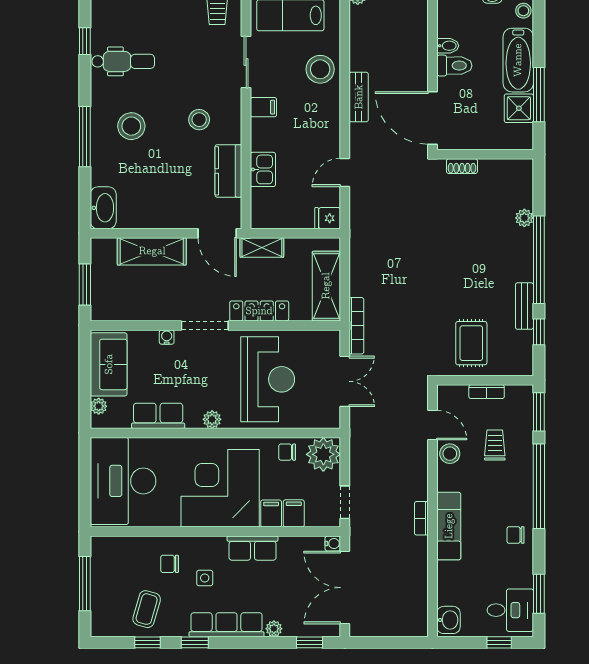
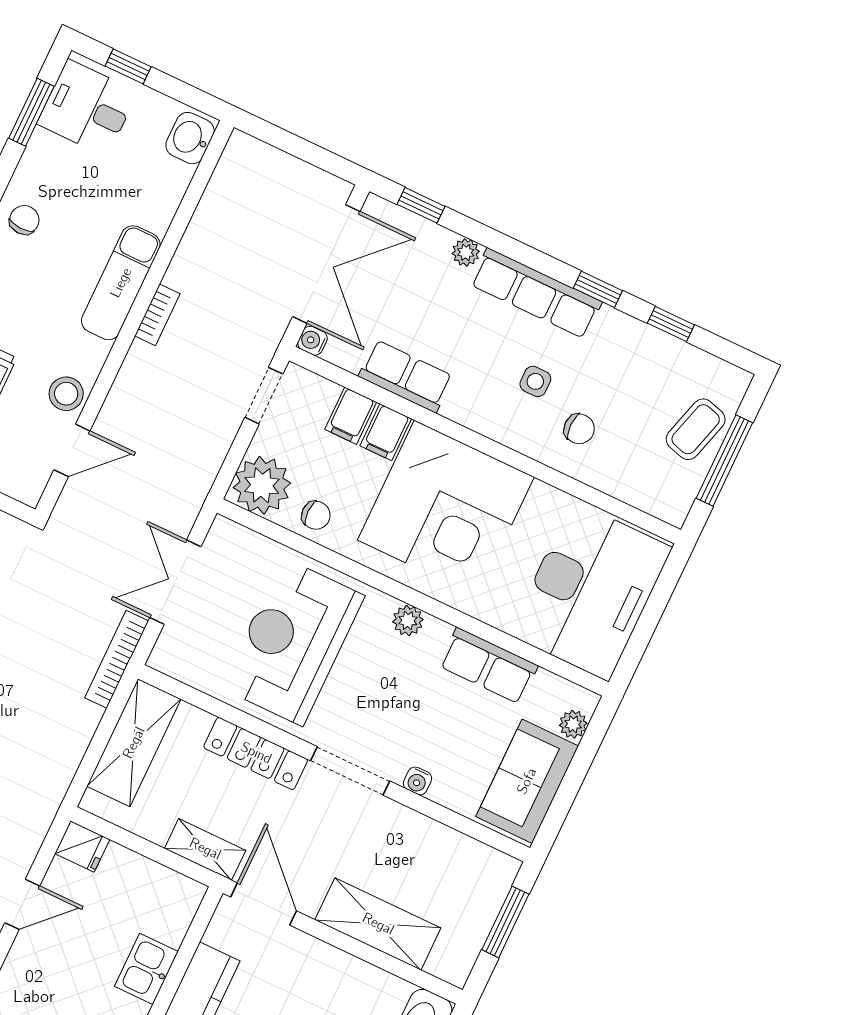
door: (432, 425) -> (72, 450), swing flipped
chair: (516, 535) -> (24, 220), turned -88
row of seats: (253, 548) -> (406, 376), moved
coffee table: (147, 609) -> (696, 429), moved

